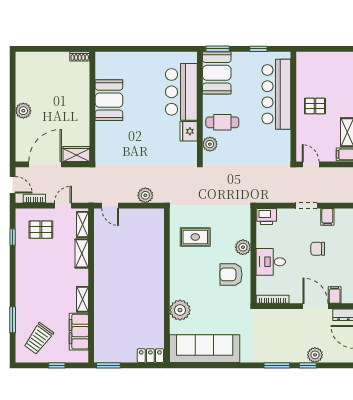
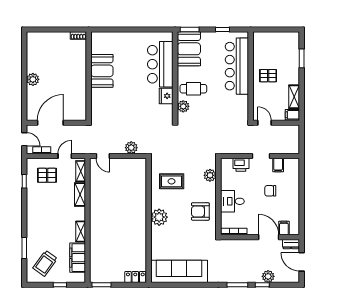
wardrobe: (76, 154) -> (76, 114), removed
printer: (267, 217) -> (241, 165), moved
plant: (243, 247) -> (210, 175), moved
plant: (180, 310) -> (159, 217), moved

